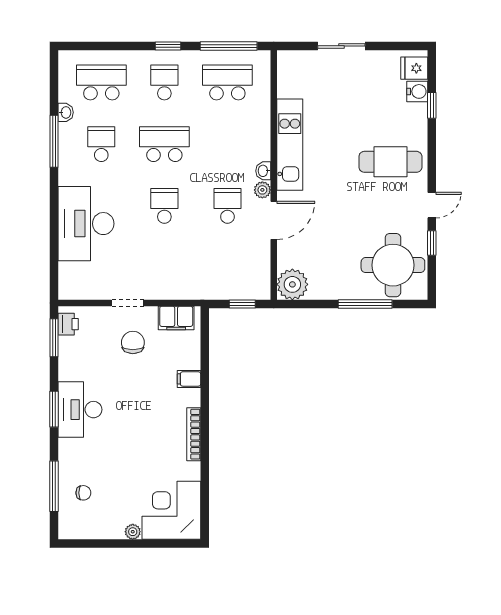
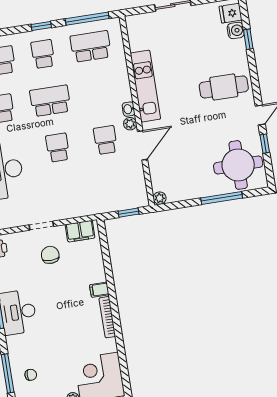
plant: (292, 284) -> (160, 198), width x0.53, depth x0.53
filing cabinet: (189, 379) -> (99, 290), moved

